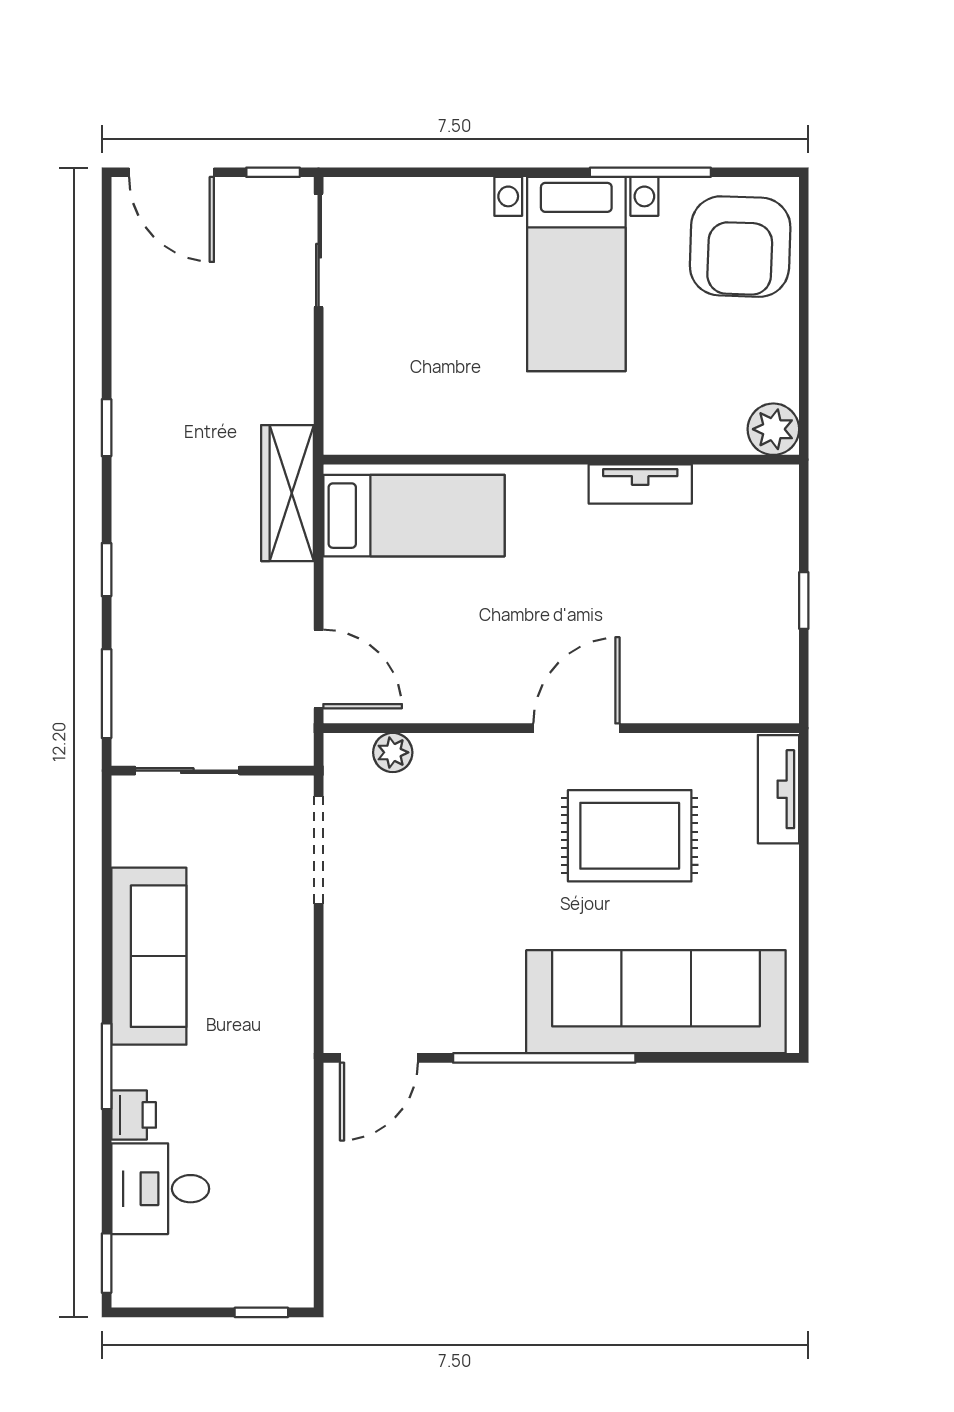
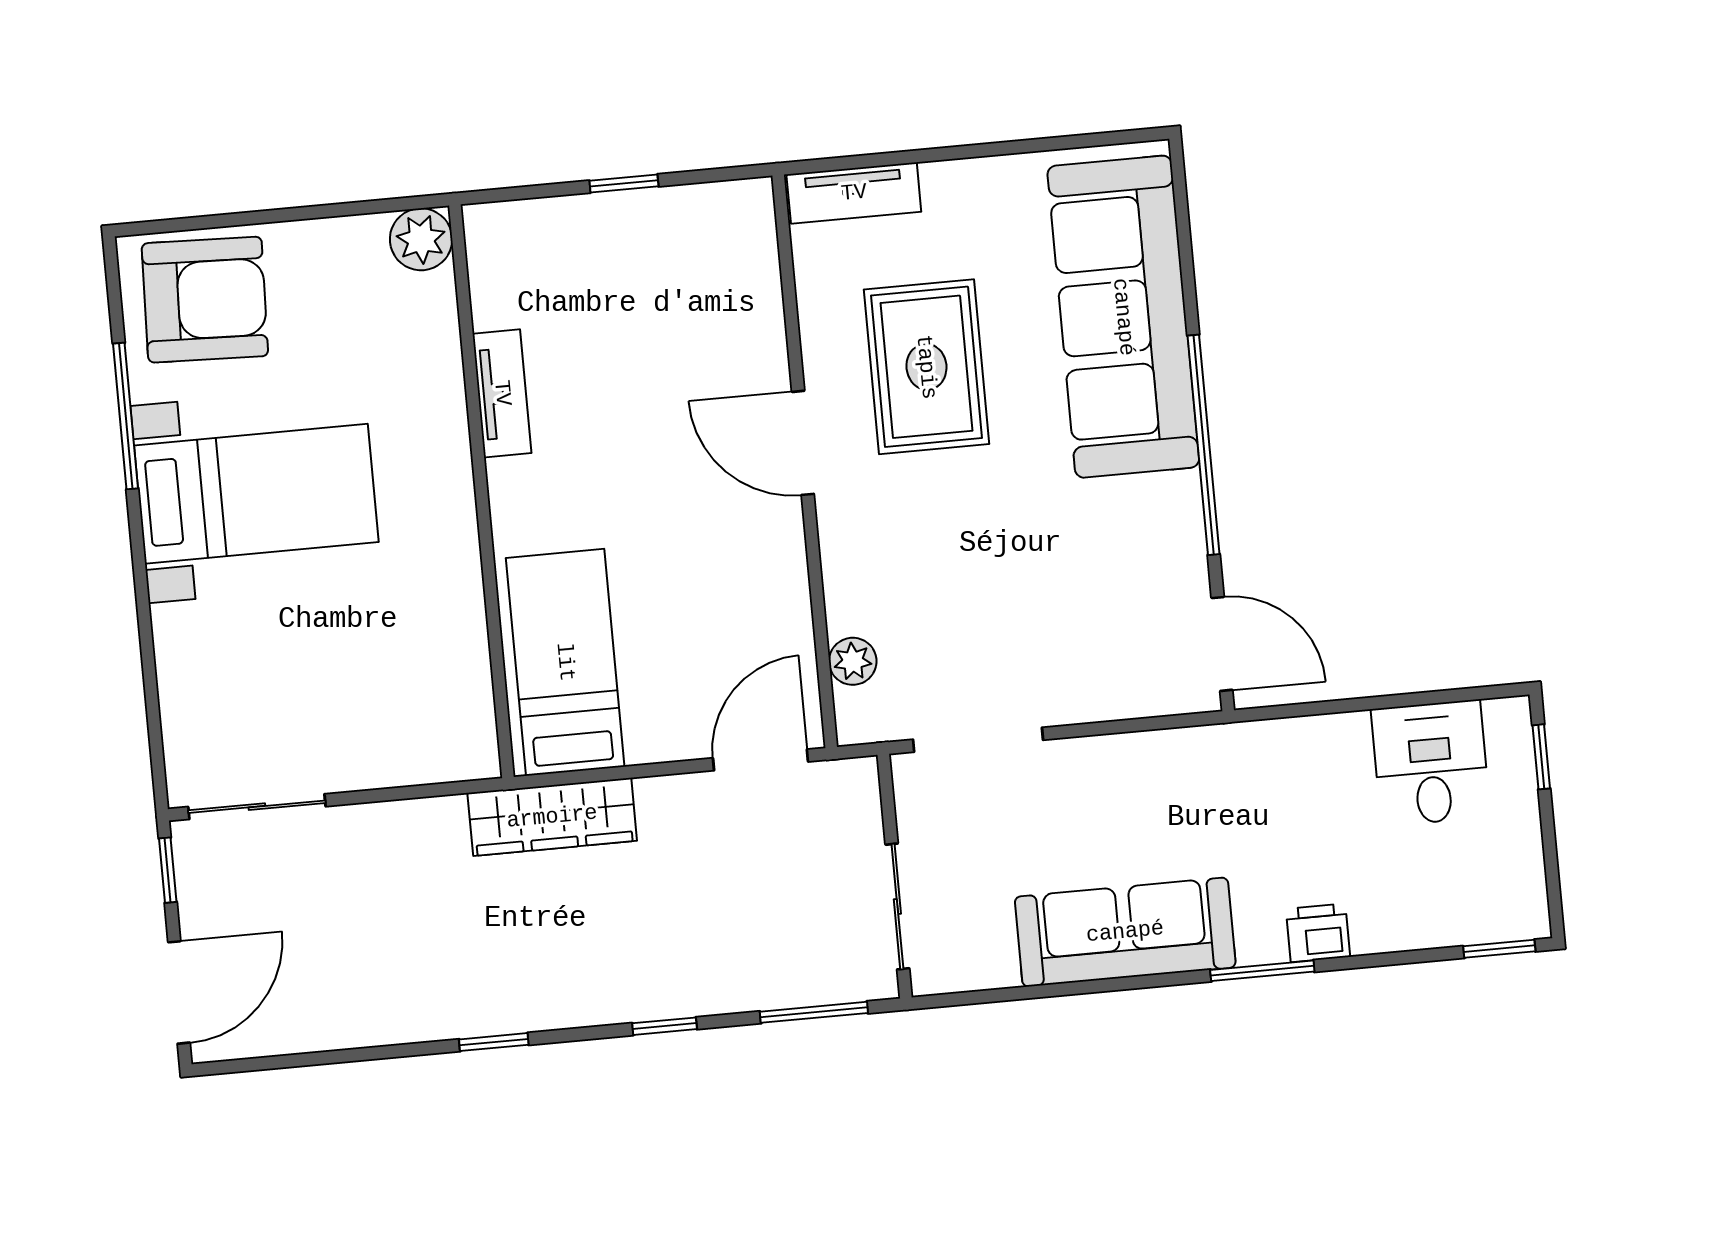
desk: (160, 1189) -> (1431, 763), moved, turned 180

